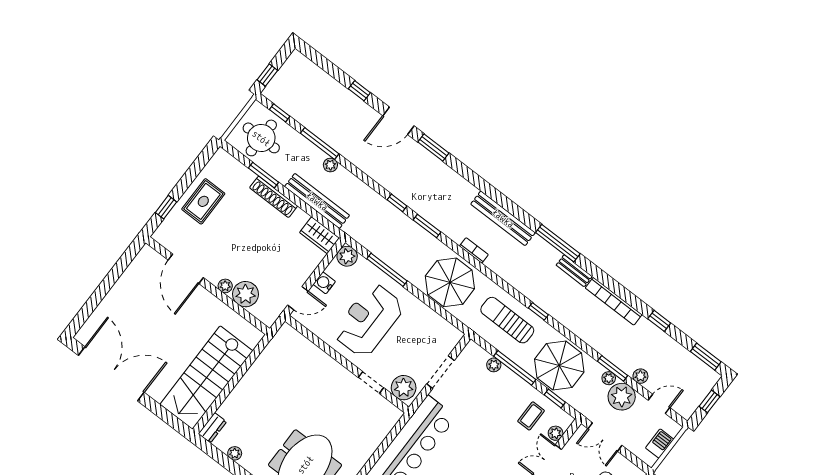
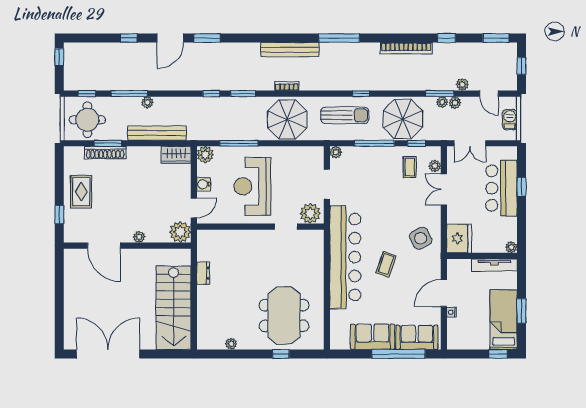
window: (267, 75) -> (59, 57), moved
shoe rack: (274, 197) -> (105, 153), moved
bench: (574, 271) -> (364, 48), removed
plant: (246, 294) -> (180, 232), moved
sun lounger: (507, 320) -> (345, 115), turned 180
plant: (494, 365) -> (336, 152), moved
plant: (622, 397) -> (455, 103), width x0.53, depth x0.53
door: (659, 404) -> (489, 94), swing flipped
dresser: (212, 428) -> (203, 273), moved

